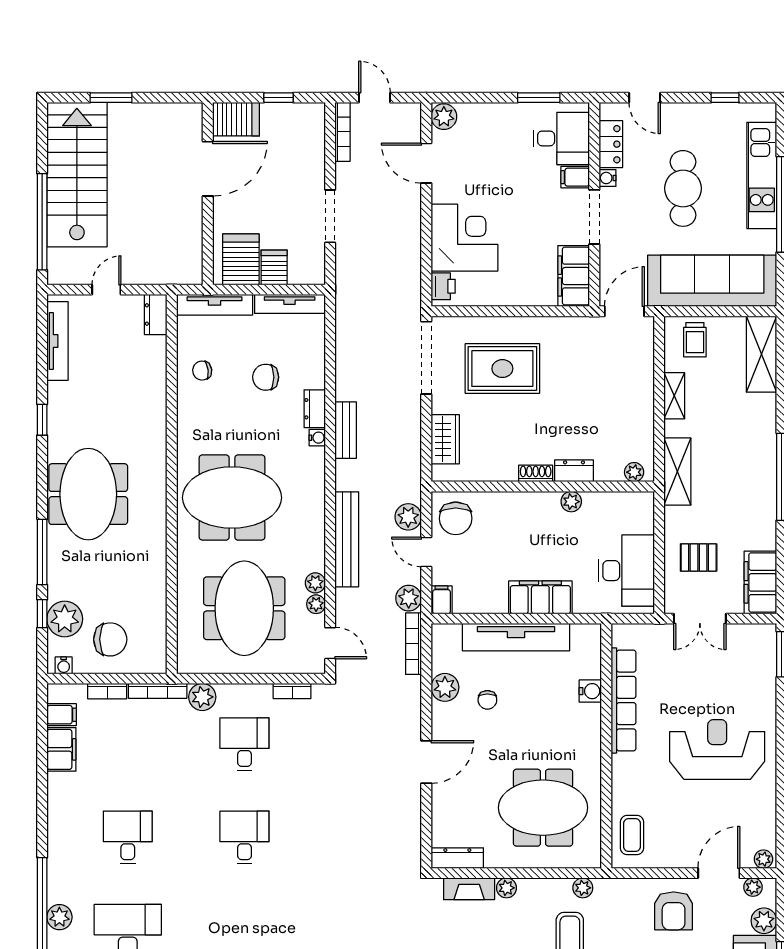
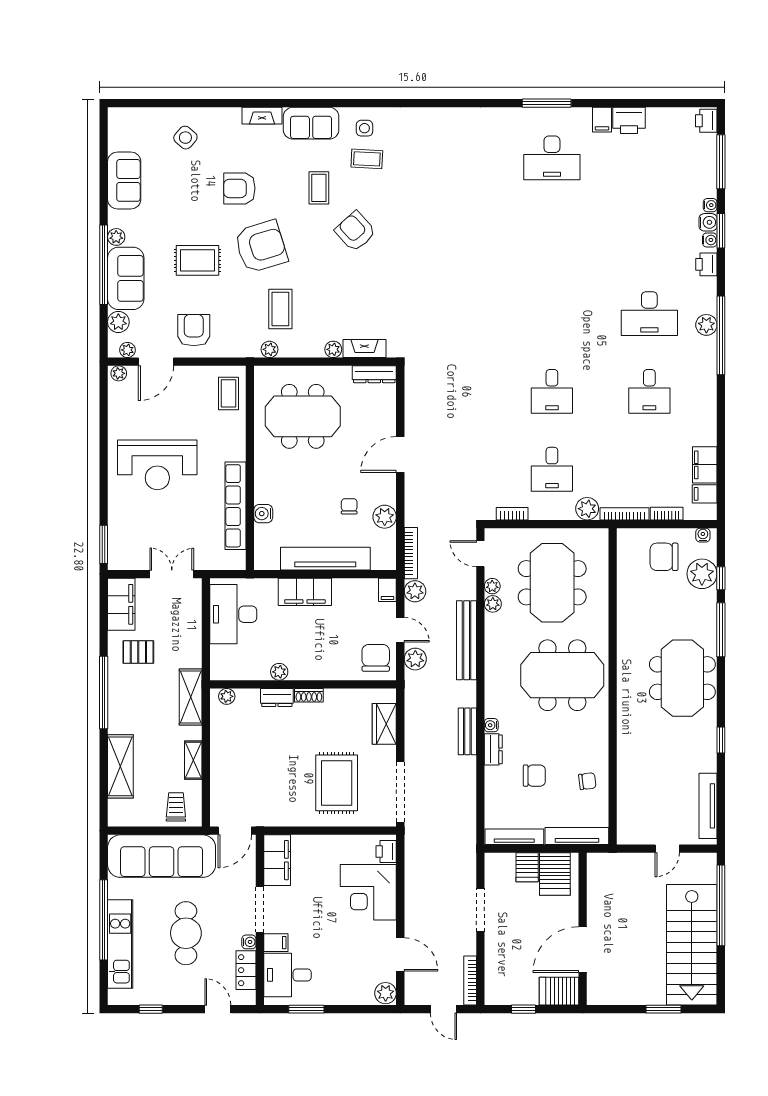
dresser: (156, 315) -> (626, 828), removed
shelving: (762, 354) -> (120, 766), moved
rug: (502, 369) -> (337, 783), turned 90
pallet: (699, 557) -> (138, 652), moved

